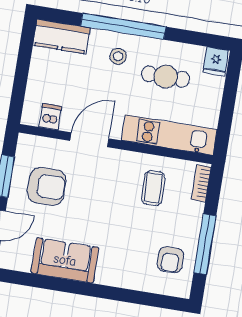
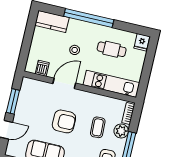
stool: (118, 56) -> (75, 50), moved
armchair: (47, 186) -> (64, 121), moved
coffee table: (153, 188) -> (98, 127), moved
plant: (191, 214) -> (121, 131), added

